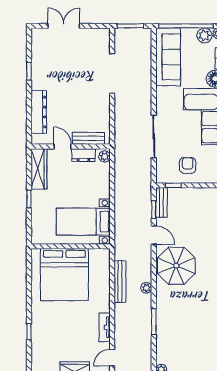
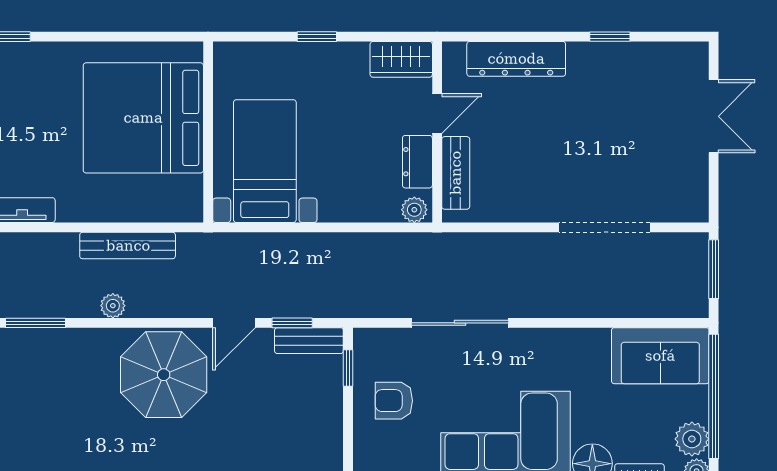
sofa: (168, 57) -> (660, 356), width x0.73
armchair: (188, 165) -> (394, 401), turned 180
wardrobe: (39, 169) -> (401, 59), width x0.67

